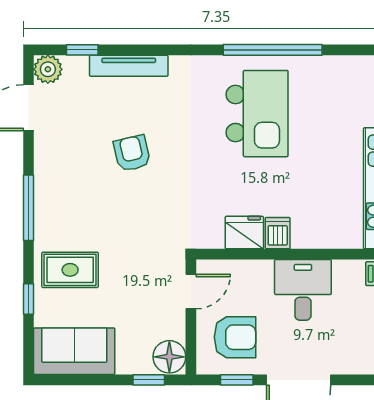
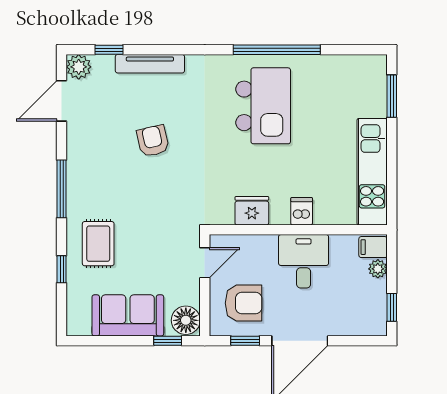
dishwasher: (278, 233) -> (302, 211), moved
rug: (70, 270) -> (98, 244), turned 90
sofa: (74, 351) -> (128, 315), moved

